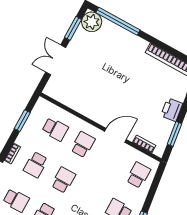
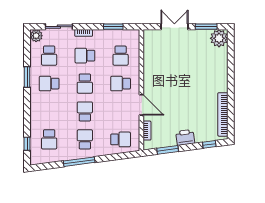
window: (118, 21) -> (231, 58), removed
school desk: (83, 144) -> (121, 84), turned 180
school desk: (63, 180) -> (85, 84), turned 90
school desk: (91, 195) -> (85, 111), added

